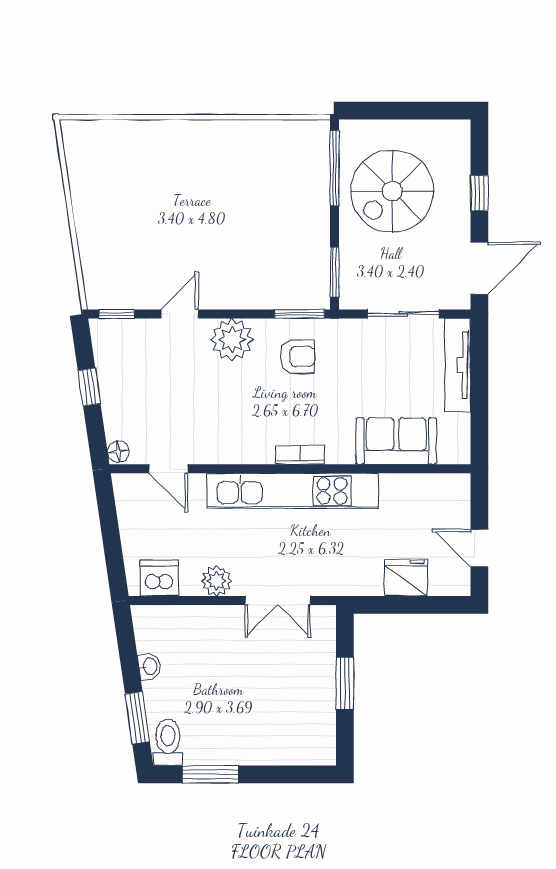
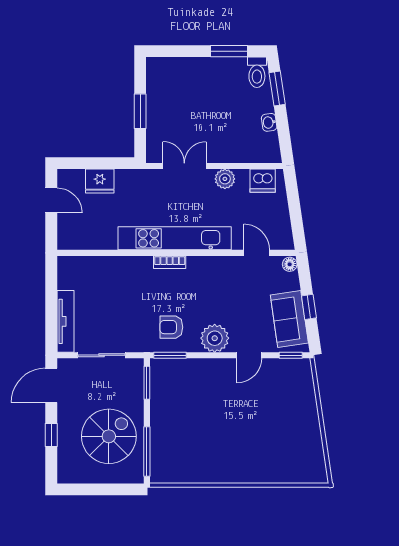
sofa: (396, 441) -> (289, 319), moved, turned 82

